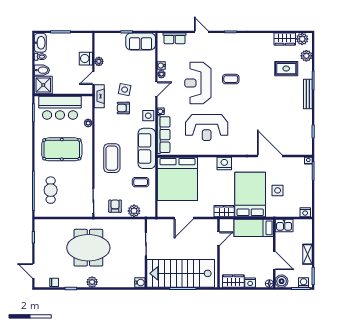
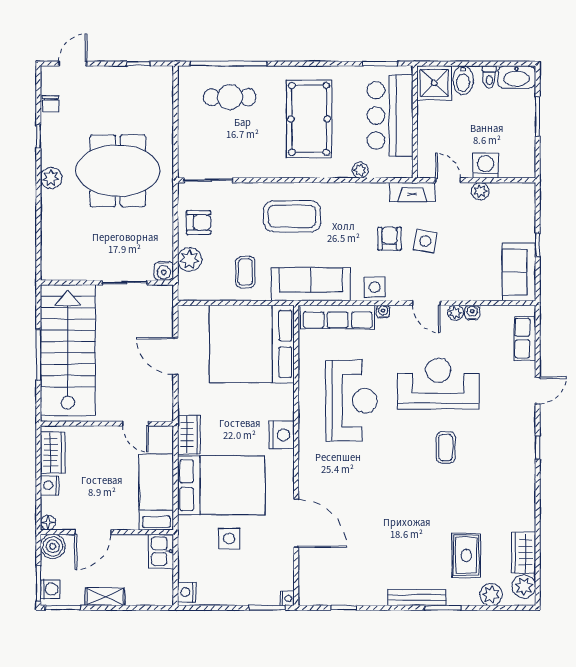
reception desk: (207, 128) -> (352, 401), turned 180
door: (270, 156) -> (296, 523), hinge flipped
meeting table: (88, 248) -> (118, 171), turned 90
water cooler: (140, 283) -> (164, 271), moved

